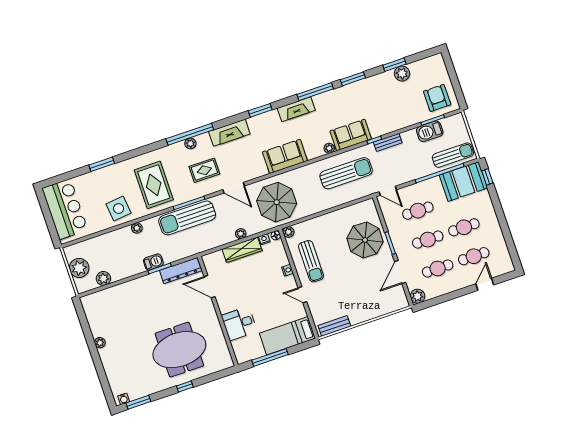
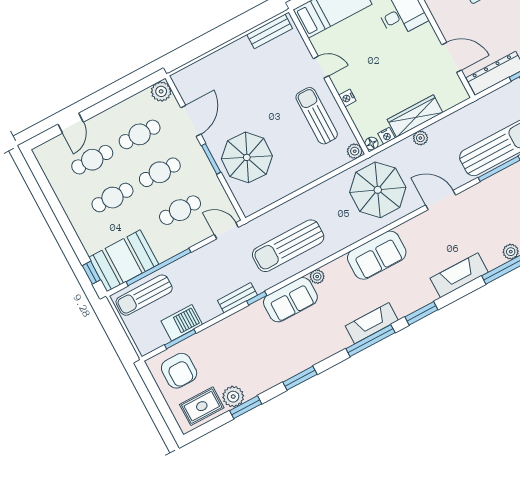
window: (315, 92) -> (370, 341), moved
rug: (204, 170) -> (202, 406), moved

